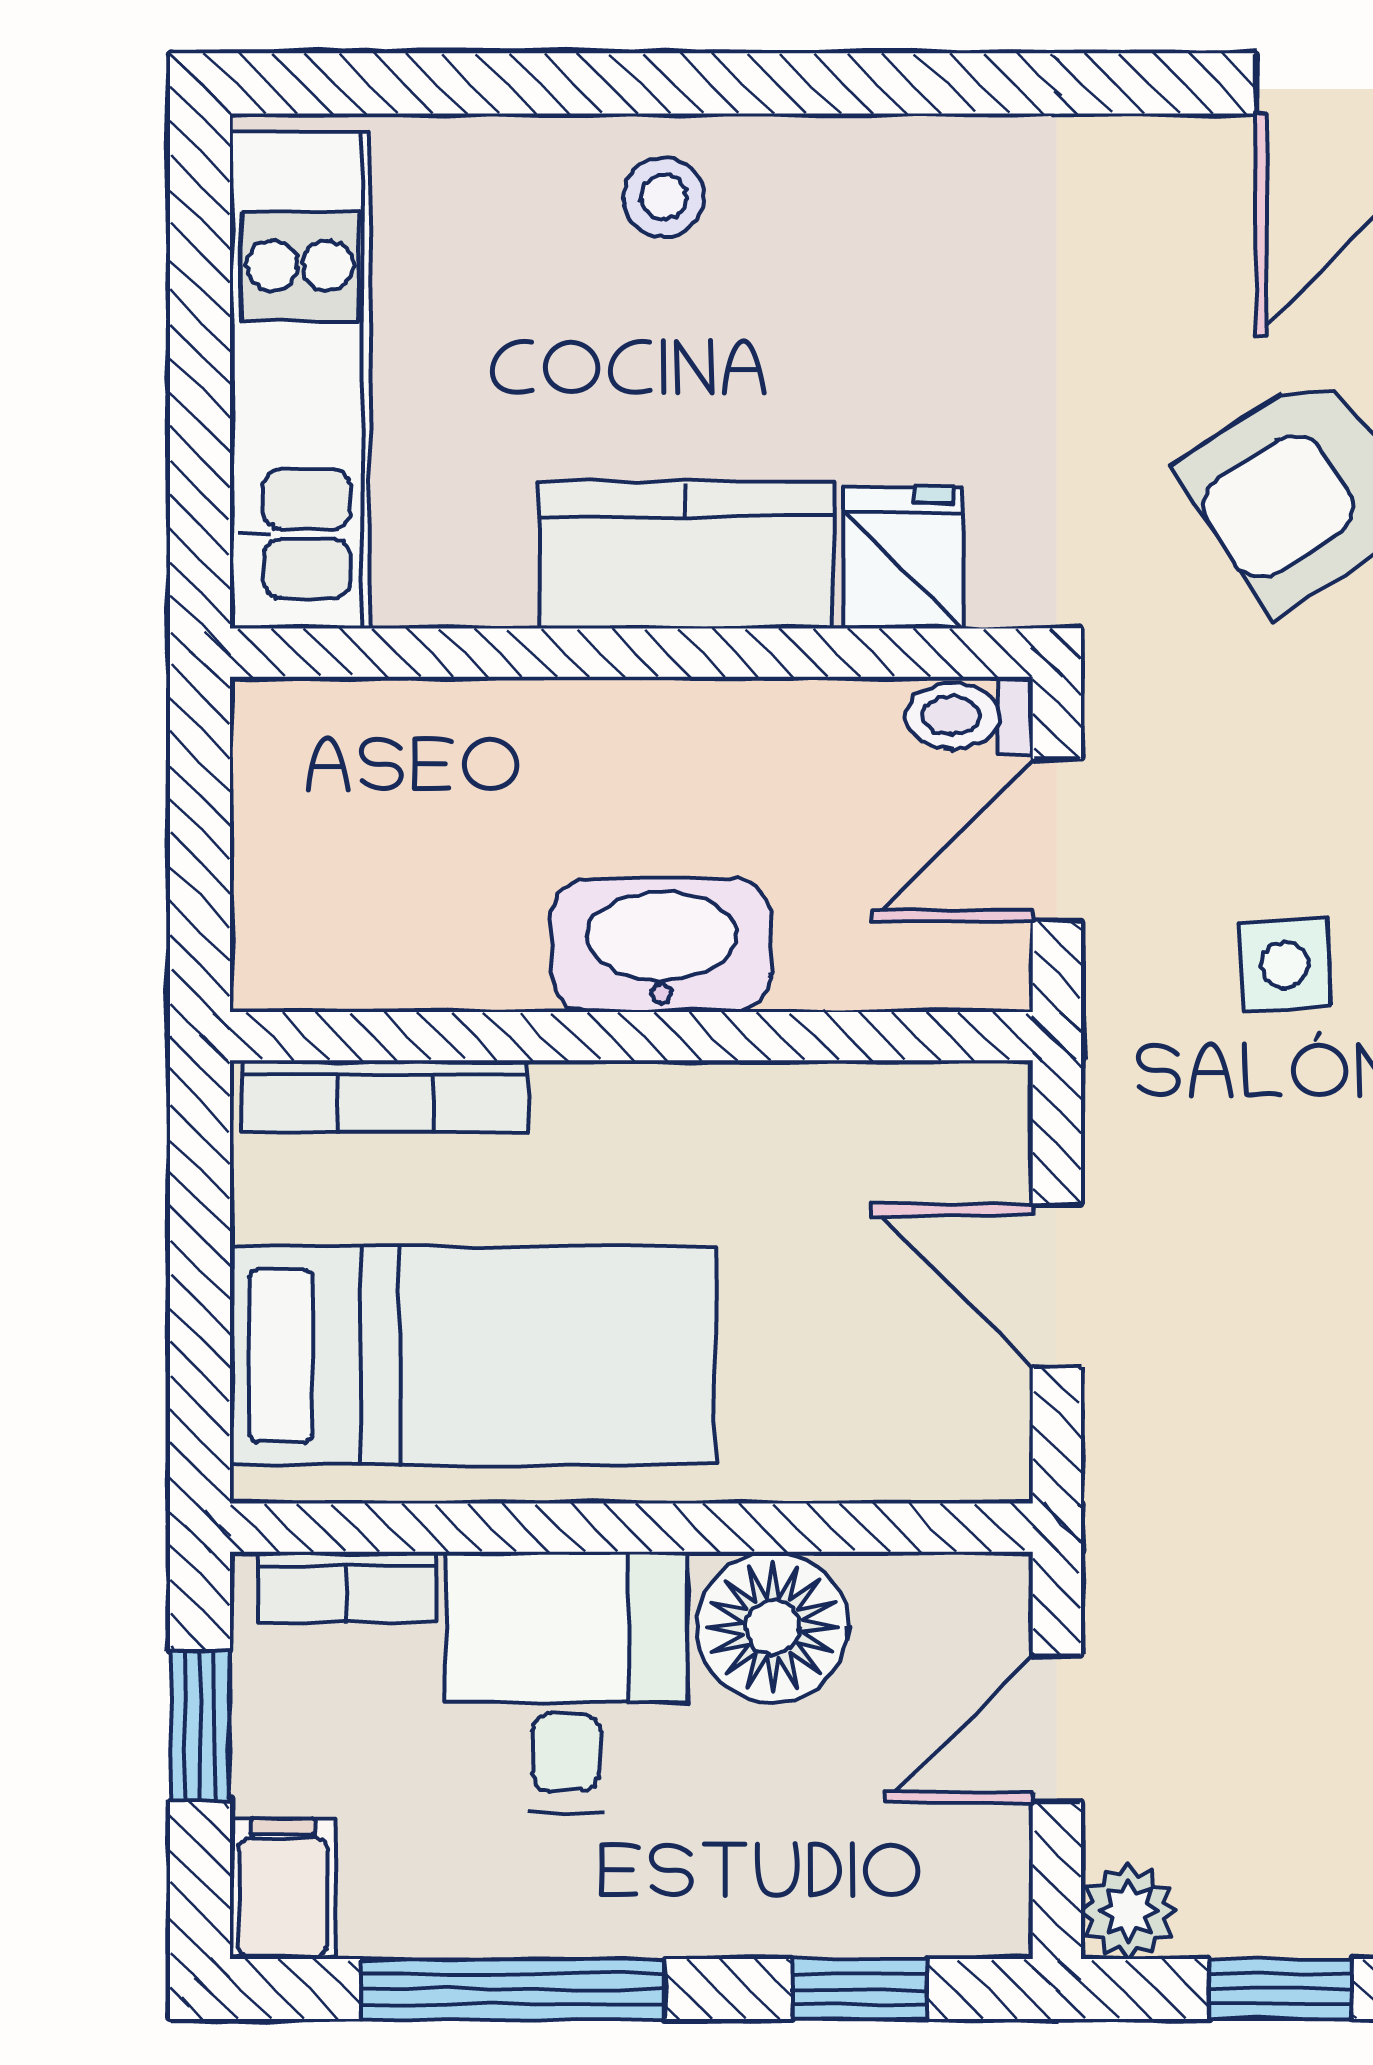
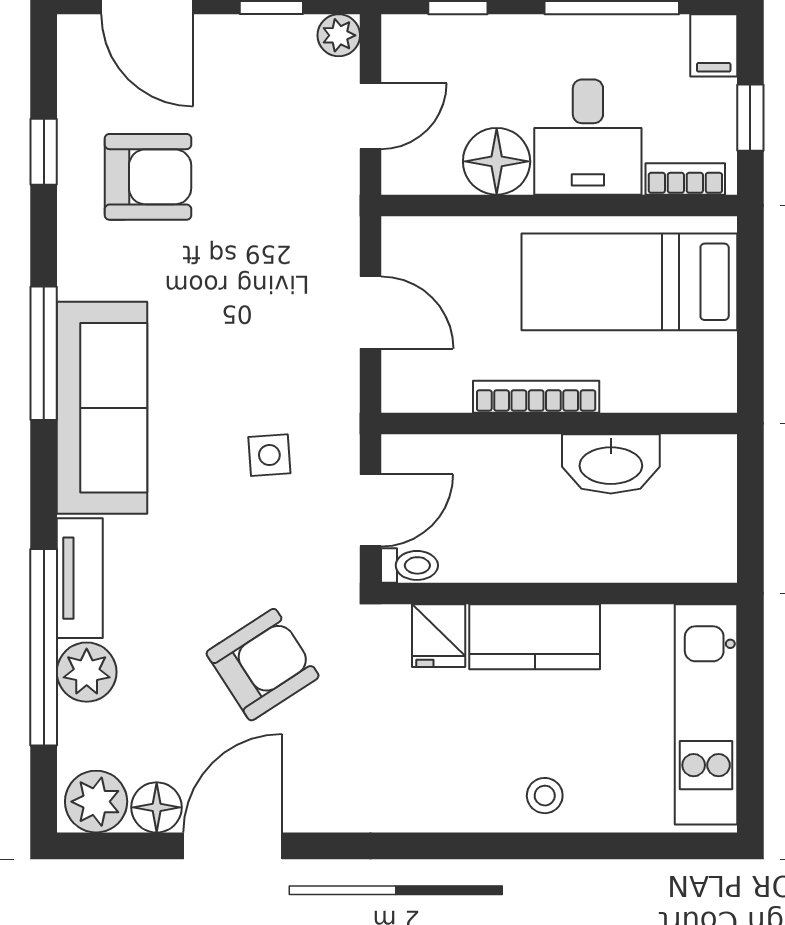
washbasin: (661, 945) -> (611, 464), moved
bookcase: (385, 1097) -> (536, 397), moved

